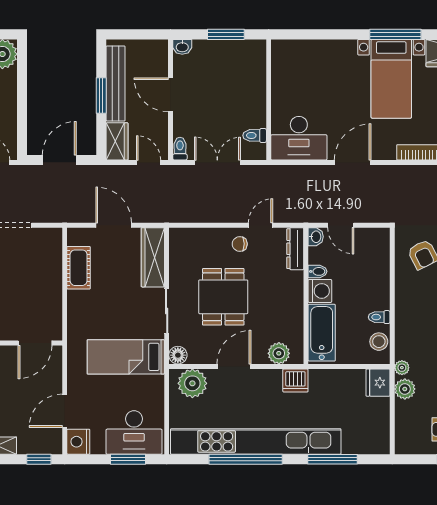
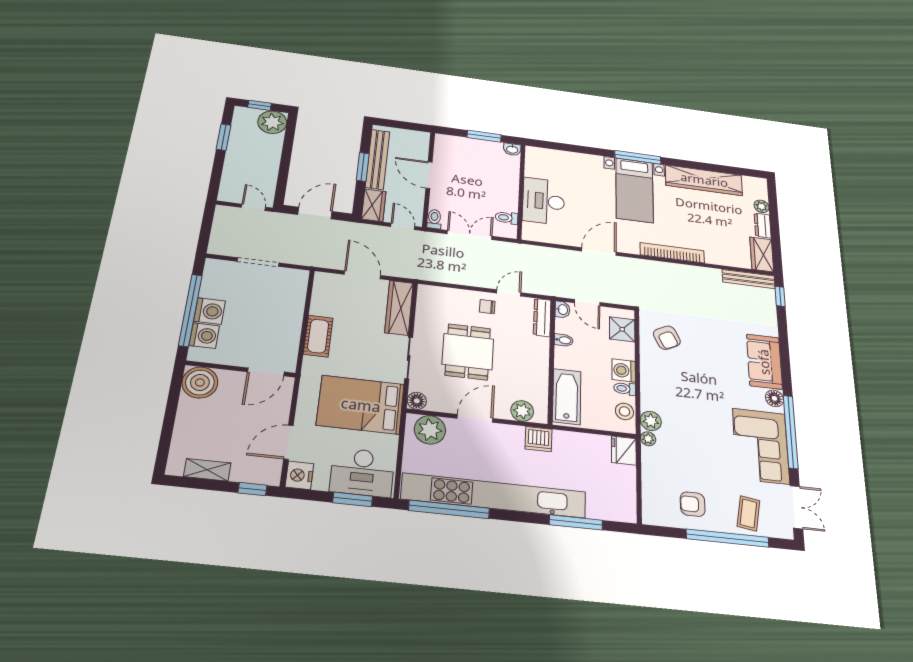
washbasin: (182, 47) -> (512, 149), moved
desk: (299, 138) -> (544, 201), moved, turned 90
shower: (377, 251) -> (622, 329), added
cot: (79, 268) -> (318, 336), moved
washing machine: (320, 291) -> (624, 371), moved, turned 180
bed: (126, 357) -> (361, 405), width x1.50
plant: (405, 389) -> (651, 421), moved
window: (246, 459) -> (449, 509), moved

